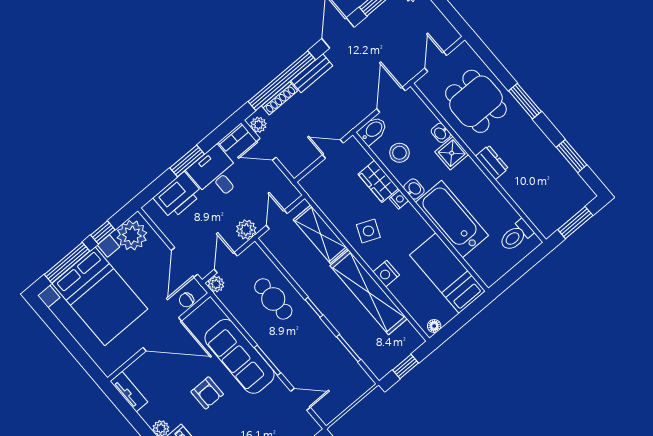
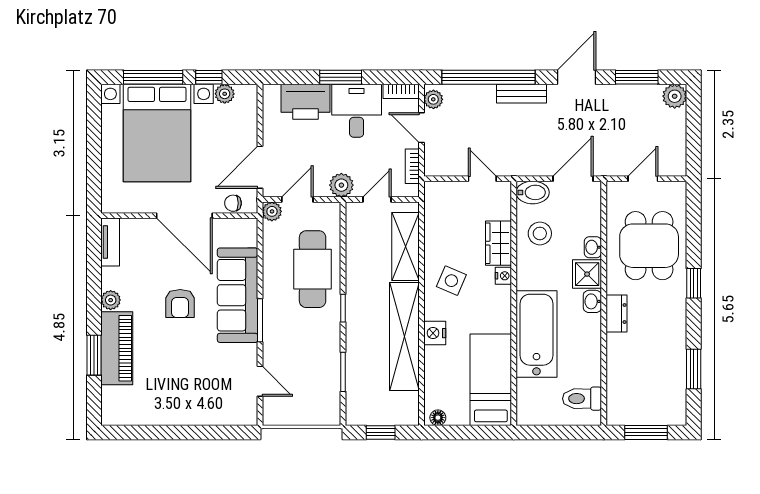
shoe rack: (279, 98) -> (473, 92), removed
window: (525, 101) -> (694, 283), width x0.67
bookcase: (281, 179) -> (412, 166), added
washbasin: (414, 189) -> (592, 301), moved, turned 180
plant: (132, 235) -> (225, 94), width x0.53, depth x0.53
cafe table: (273, 299) -> (313, 269), width x1.37, depth x1.35

